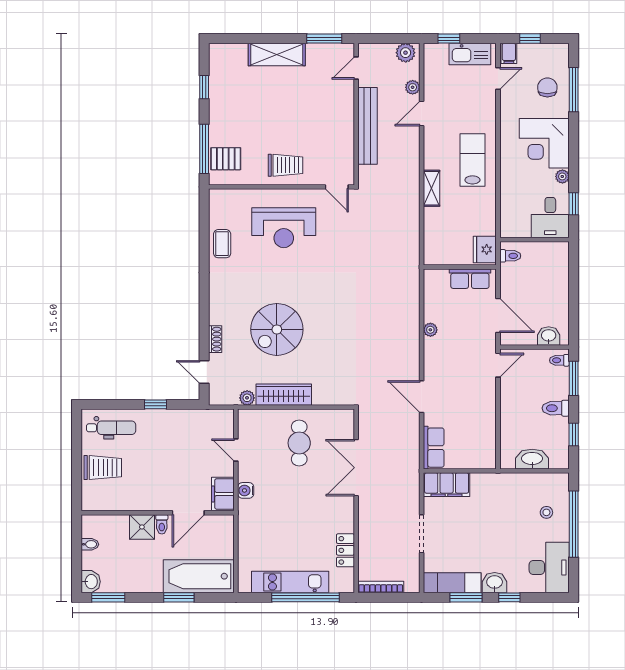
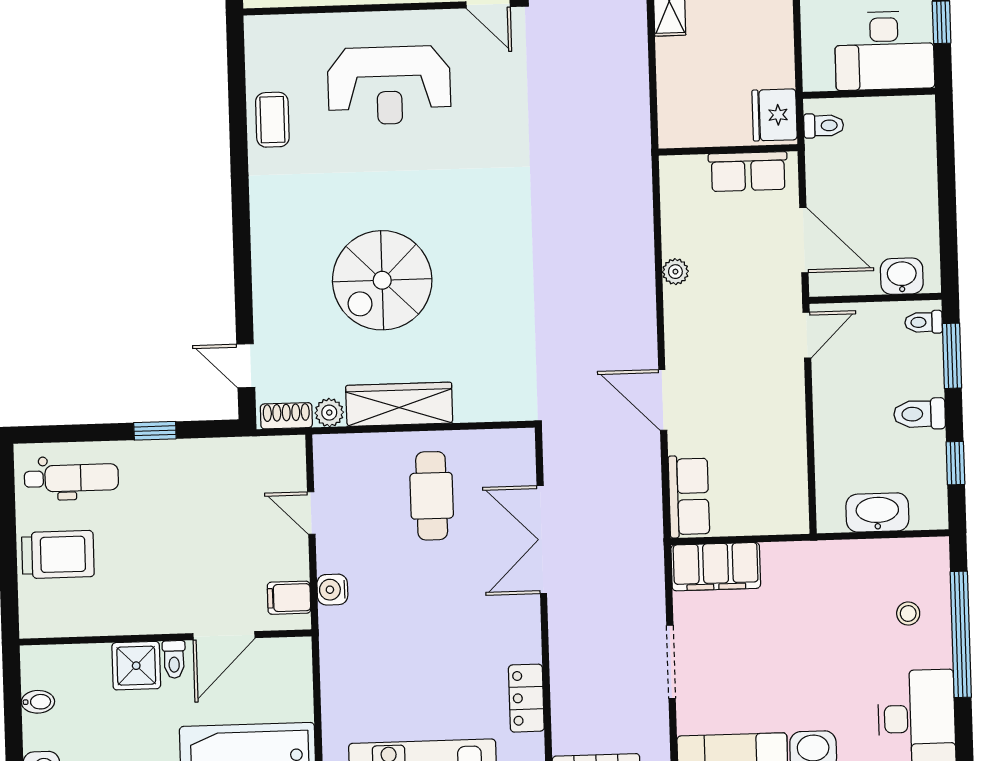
desk: (550, 218) -> (884, 51), width x1.37
shoe rack: (215, 339) -> (286, 416), moved, turned -90
filing cabinet: (223, 494) -> (289, 598), width x0.50

